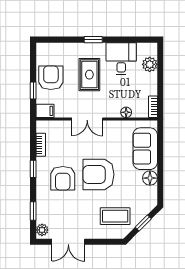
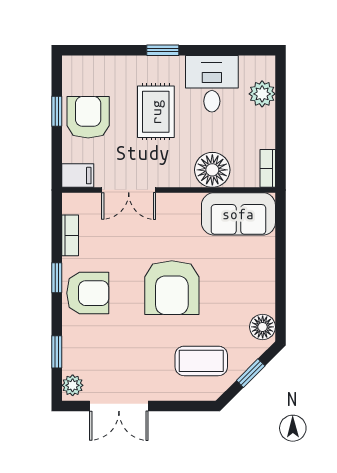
window: (33, 90) -> (57, 111), moved
floor lamp: (126, 112) -> (212, 170), width x1.89, depth x1.89
double door: (87, 119) -> (129, 190), moved
sofa: (145, 149) -> (238, 214), moved, turned -90
armchair: (98, 175) -> (172, 288), turned -90
armchair: (63, 178) -> (88, 293), moved, turned -90
floor lamp: (150, 178) -> (263, 327), moved

